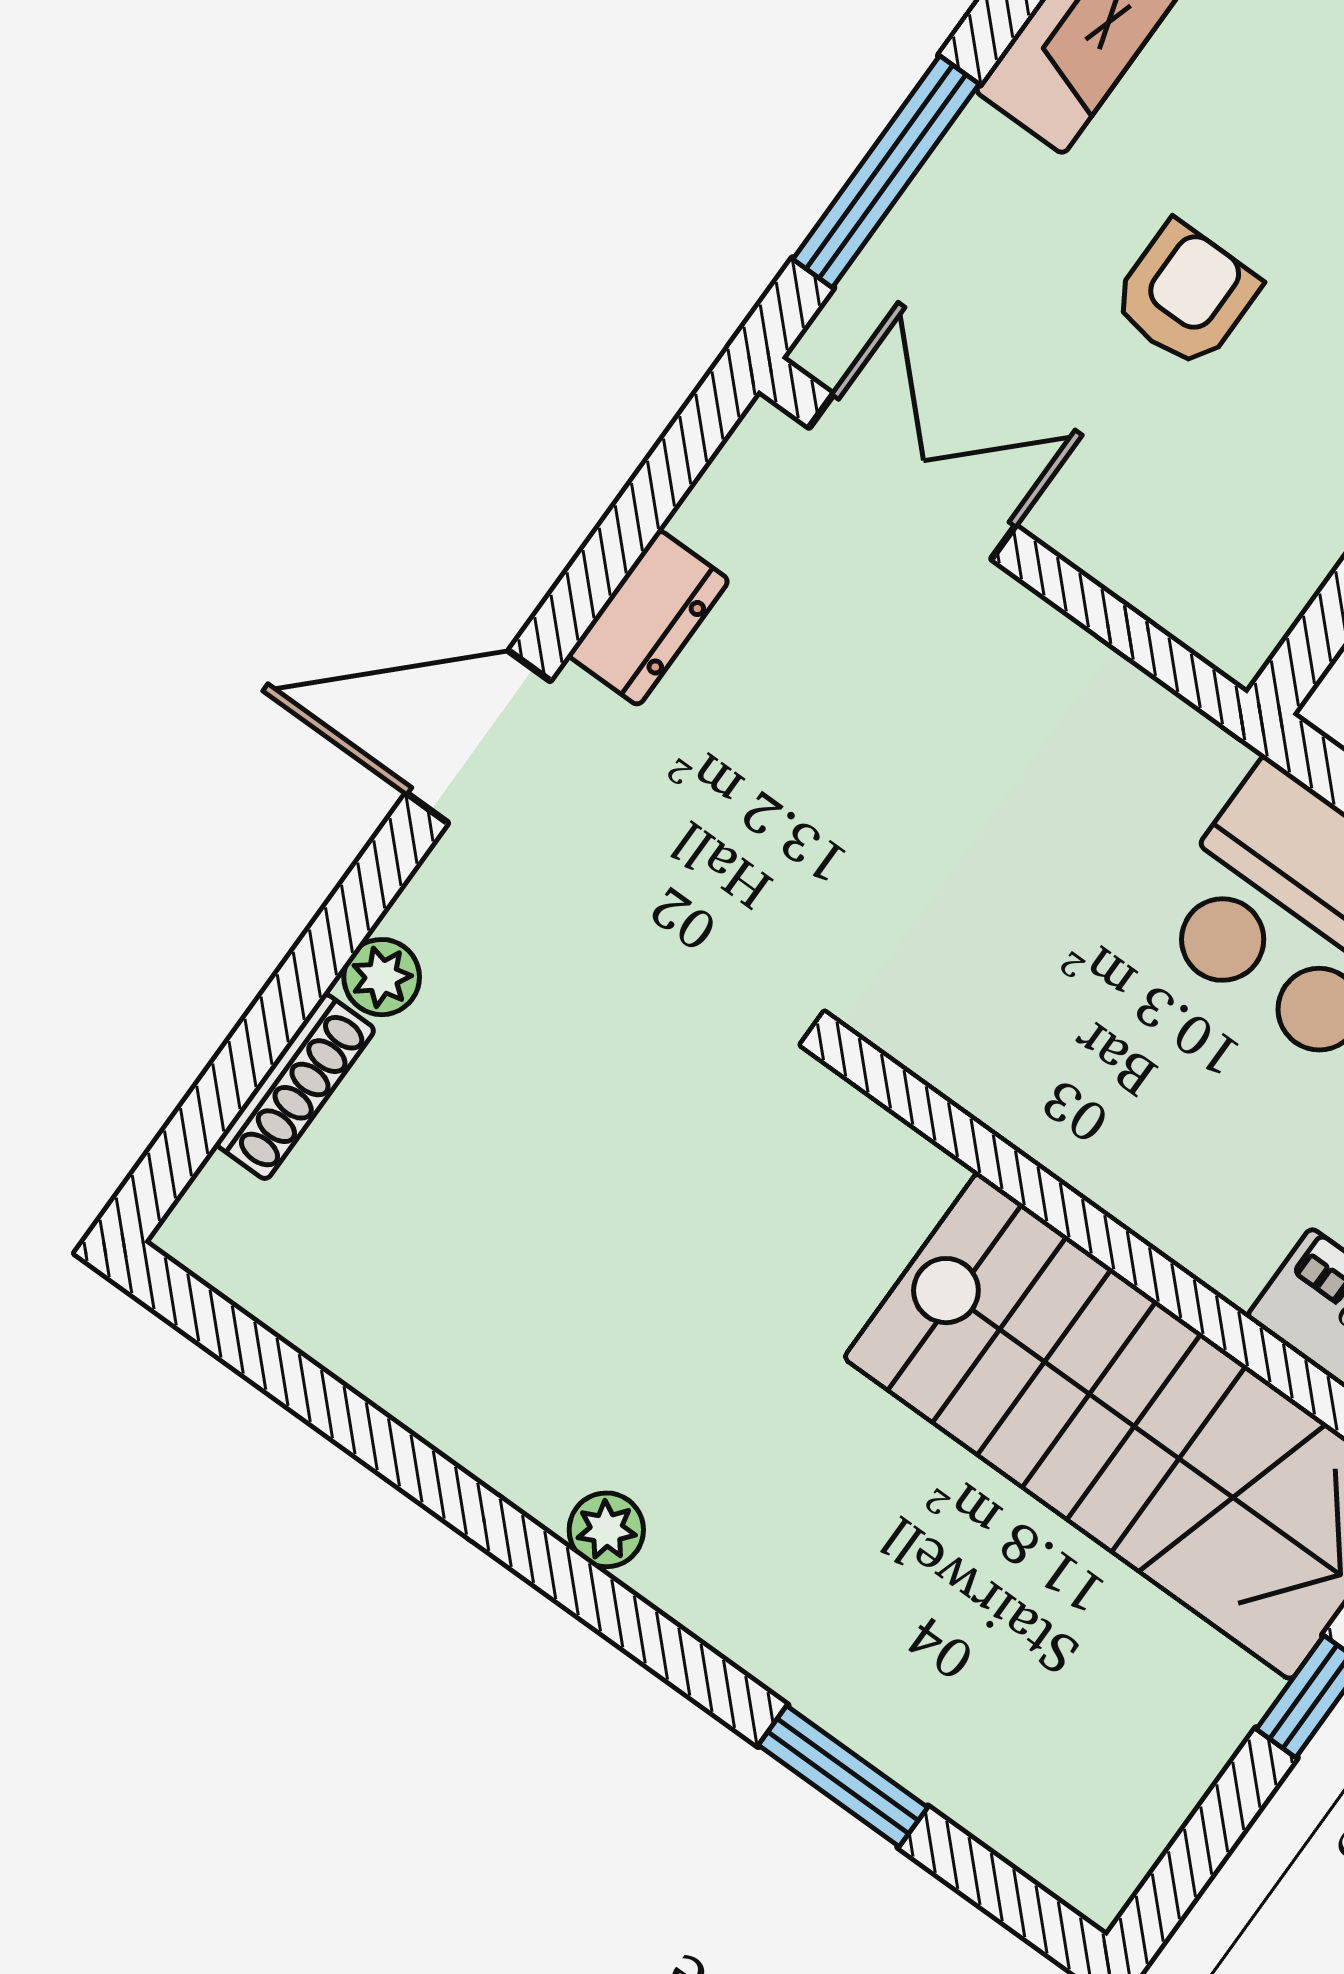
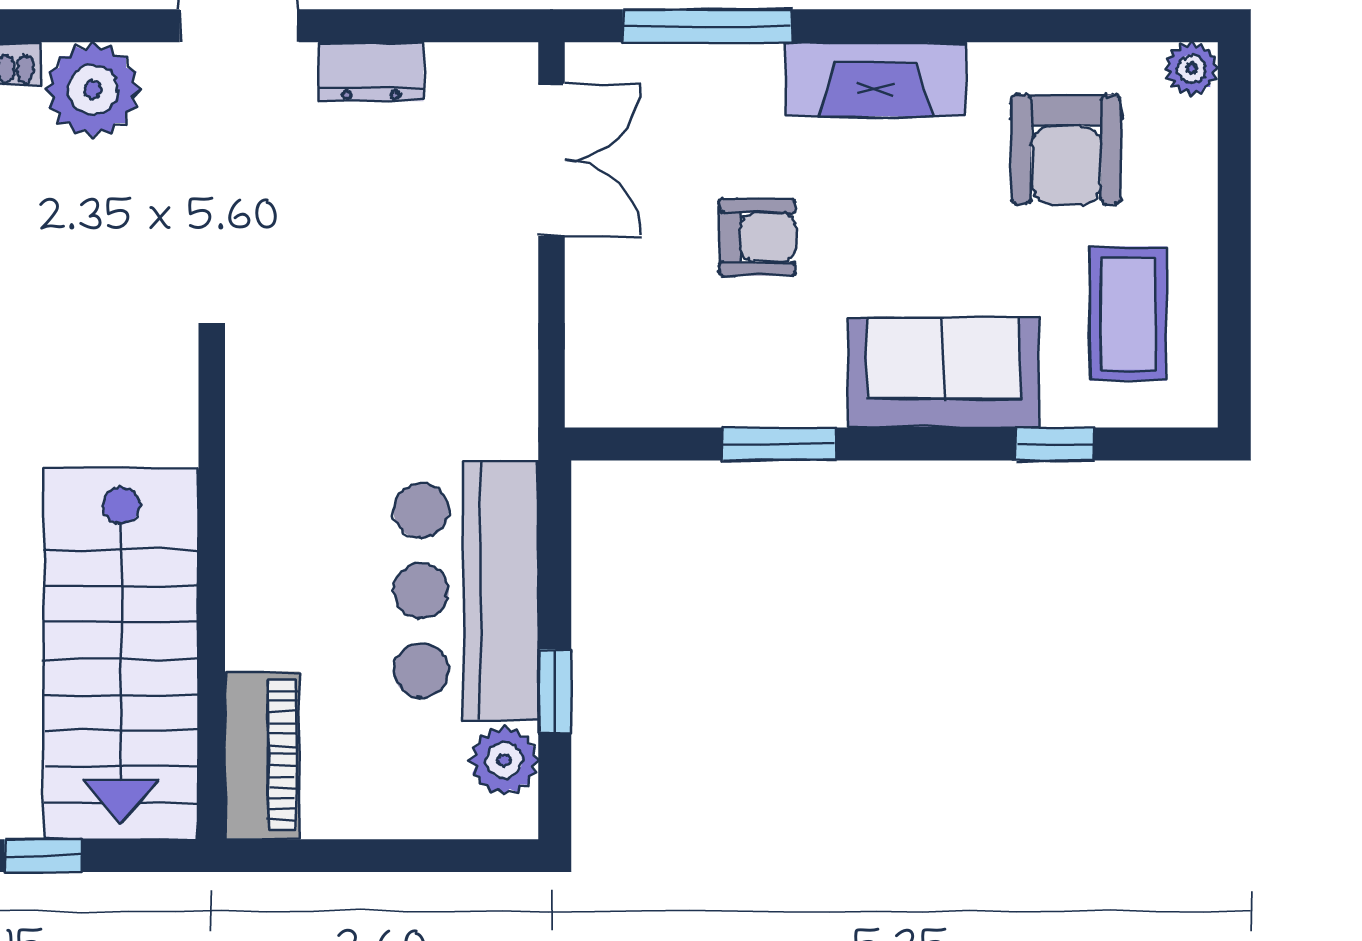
plant: (382, 977) -> (93, 90), width x1.88, depth x1.88

